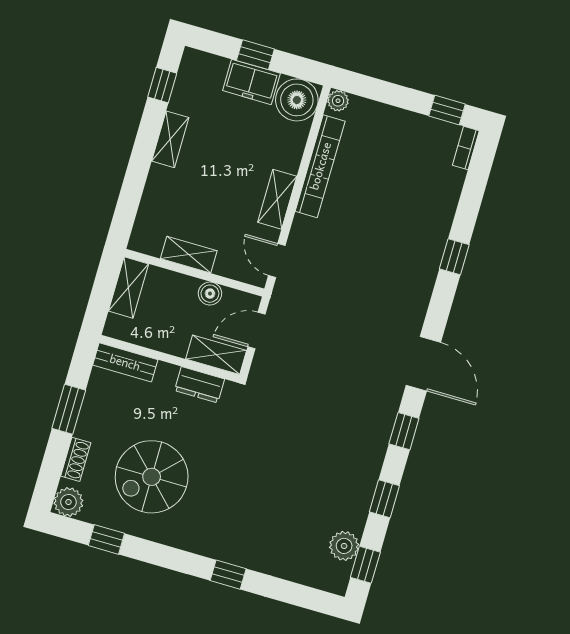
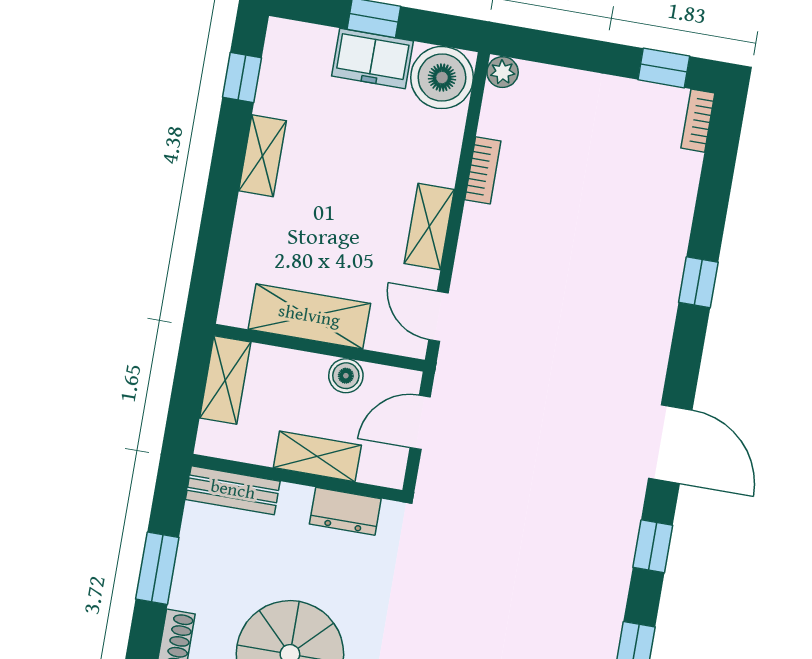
bookcase: (320, 166) -> (483, 170), width x0.43, depth x0.76
shelving: (189, 255) -> (309, 316), width x1.50, depth x1.33
shelving: (216, 355) -> (317, 456), moved

